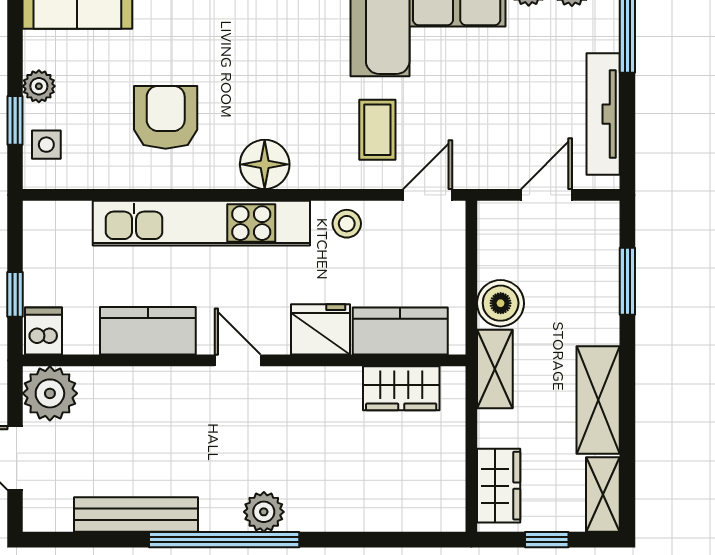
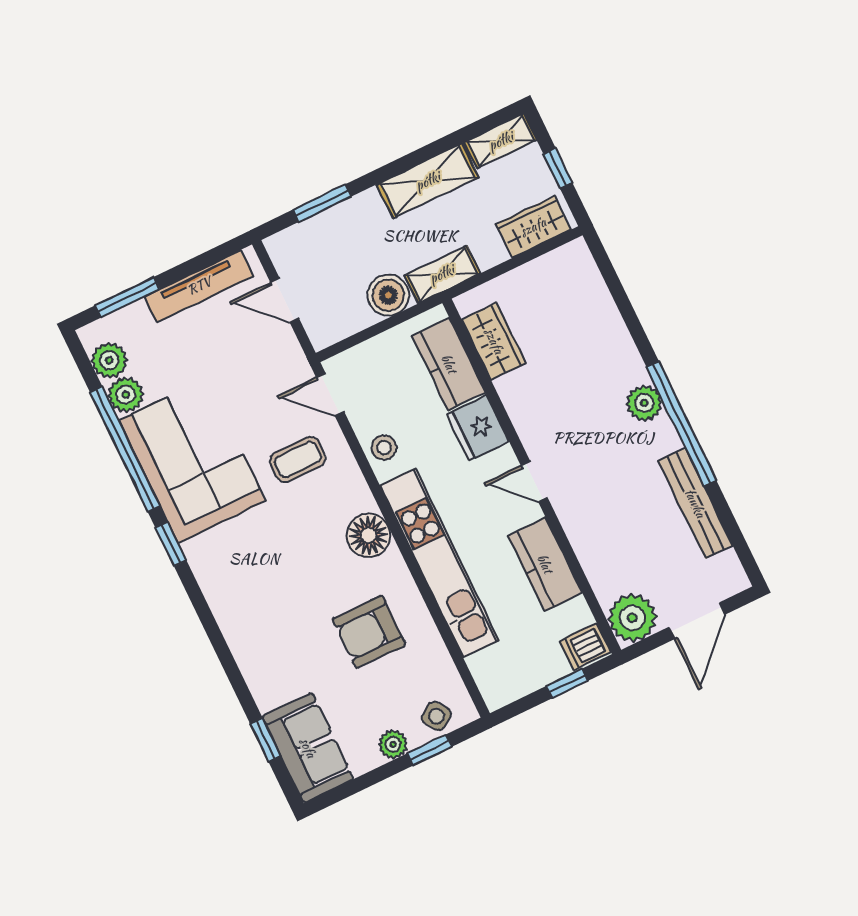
side table: (46, 145) -> (436, 716), turned -34
door: (238, 360) -> (534, 482), hinge flipped

